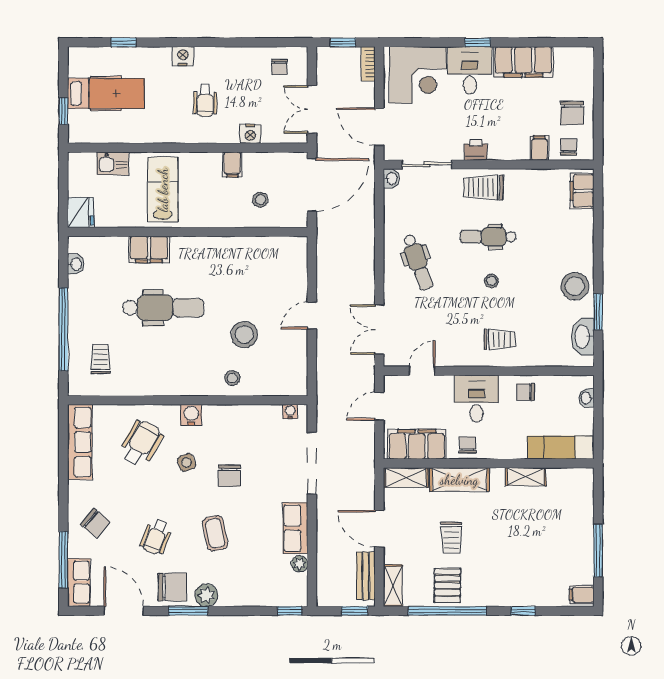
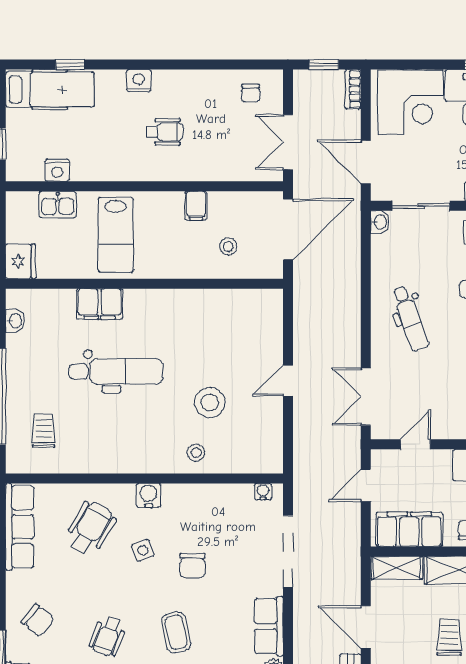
hospital bed: (106, 93) -> (50, 89), moved
wheelchair: (205, 101) -> (165, 132), turned -90
nightstand: (250, 134) -> (57, 170), moved
lab bench: (163, 190) -> (116, 235), turned 180
trolley: (451, 538) -> (449, 637), turned 180

